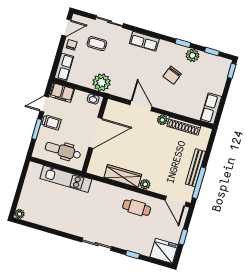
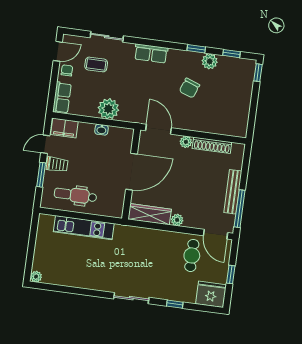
row of seats: (211, 109) -> (240, 120), removed
door: (95, 133) -> (131, 172), moved
wall: (95, 135) -> (131, 174), moved
cafe table: (137, 208) -> (192, 255), moved, turned 90

